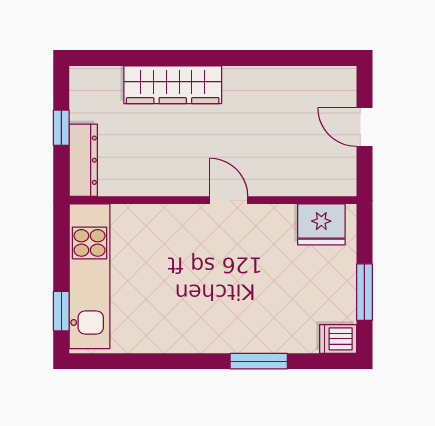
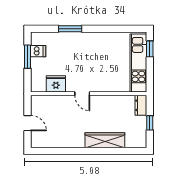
dresser: (83, 160) -> (141, 105), width x0.70
fridge: (321, 224) -> (56, 84), moved
dishwasher: (338, 339) -> (38, 51), moved

